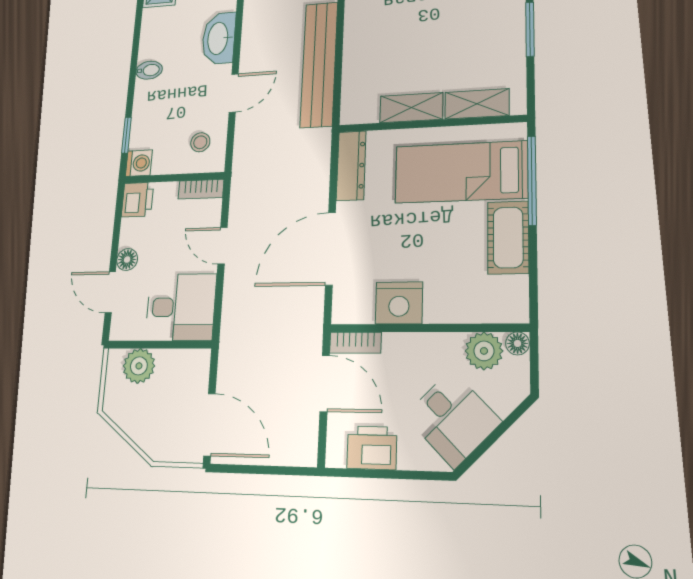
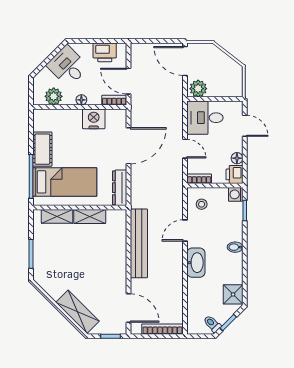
floor lamp: (127, 260) -> (237, 158), moved
floor lamp: (518, 343) -> (81, 100), moved
plant: (139, 366) -> (198, 89), moved

